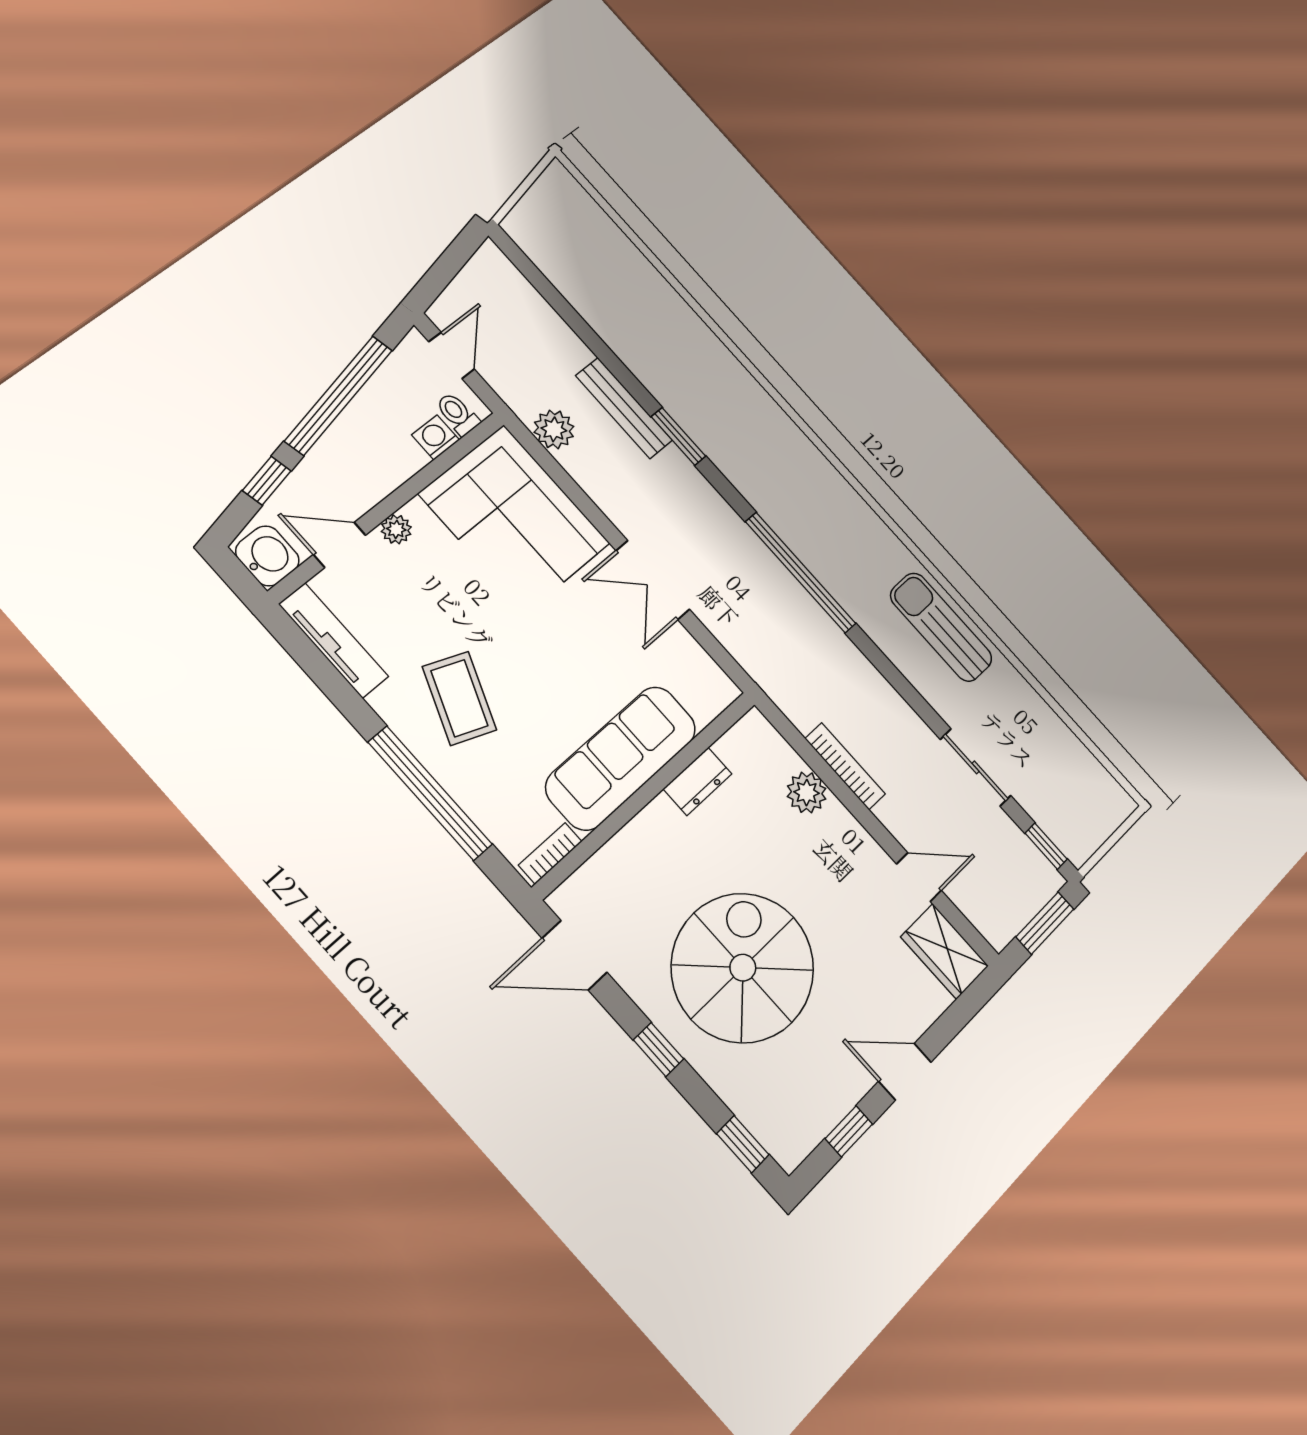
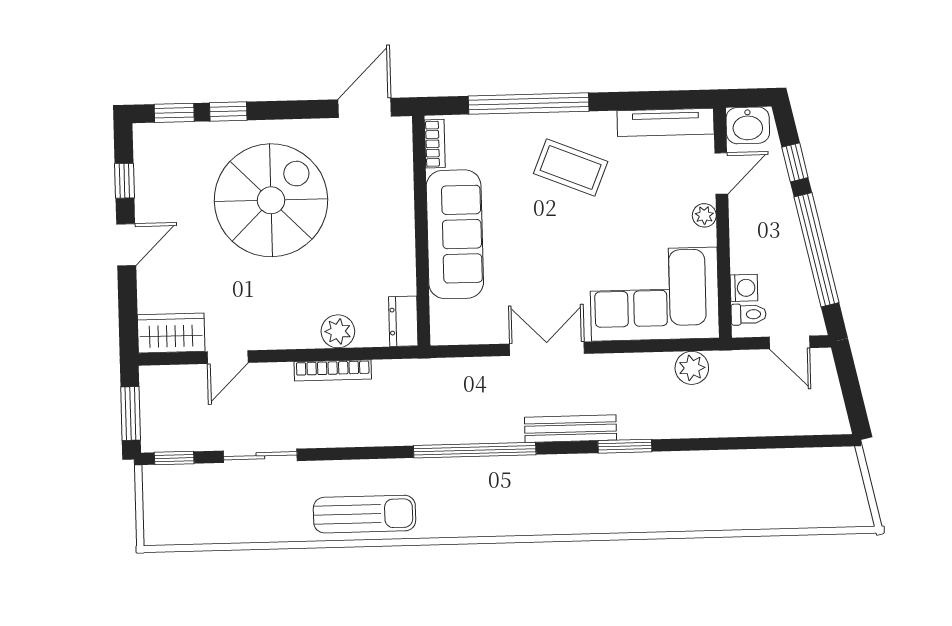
bench: (624, 408) -> (571, 429), moved
dresser: (697, 781) -> (403, 321), moved
spiral stairs: (743, 968) -> (271, 200), turned -90
window: (659, 1049) -> (228, 111), moved

